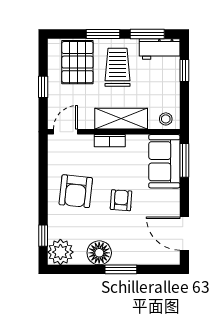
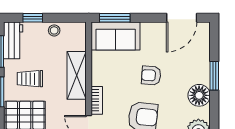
trolley: (118, 67) -> (30, 79), width x0.73, depth x0.72
stool: (166, 119) -> (54, 30), moved
bookcase: (110, 141) -> (97, 100), moved

